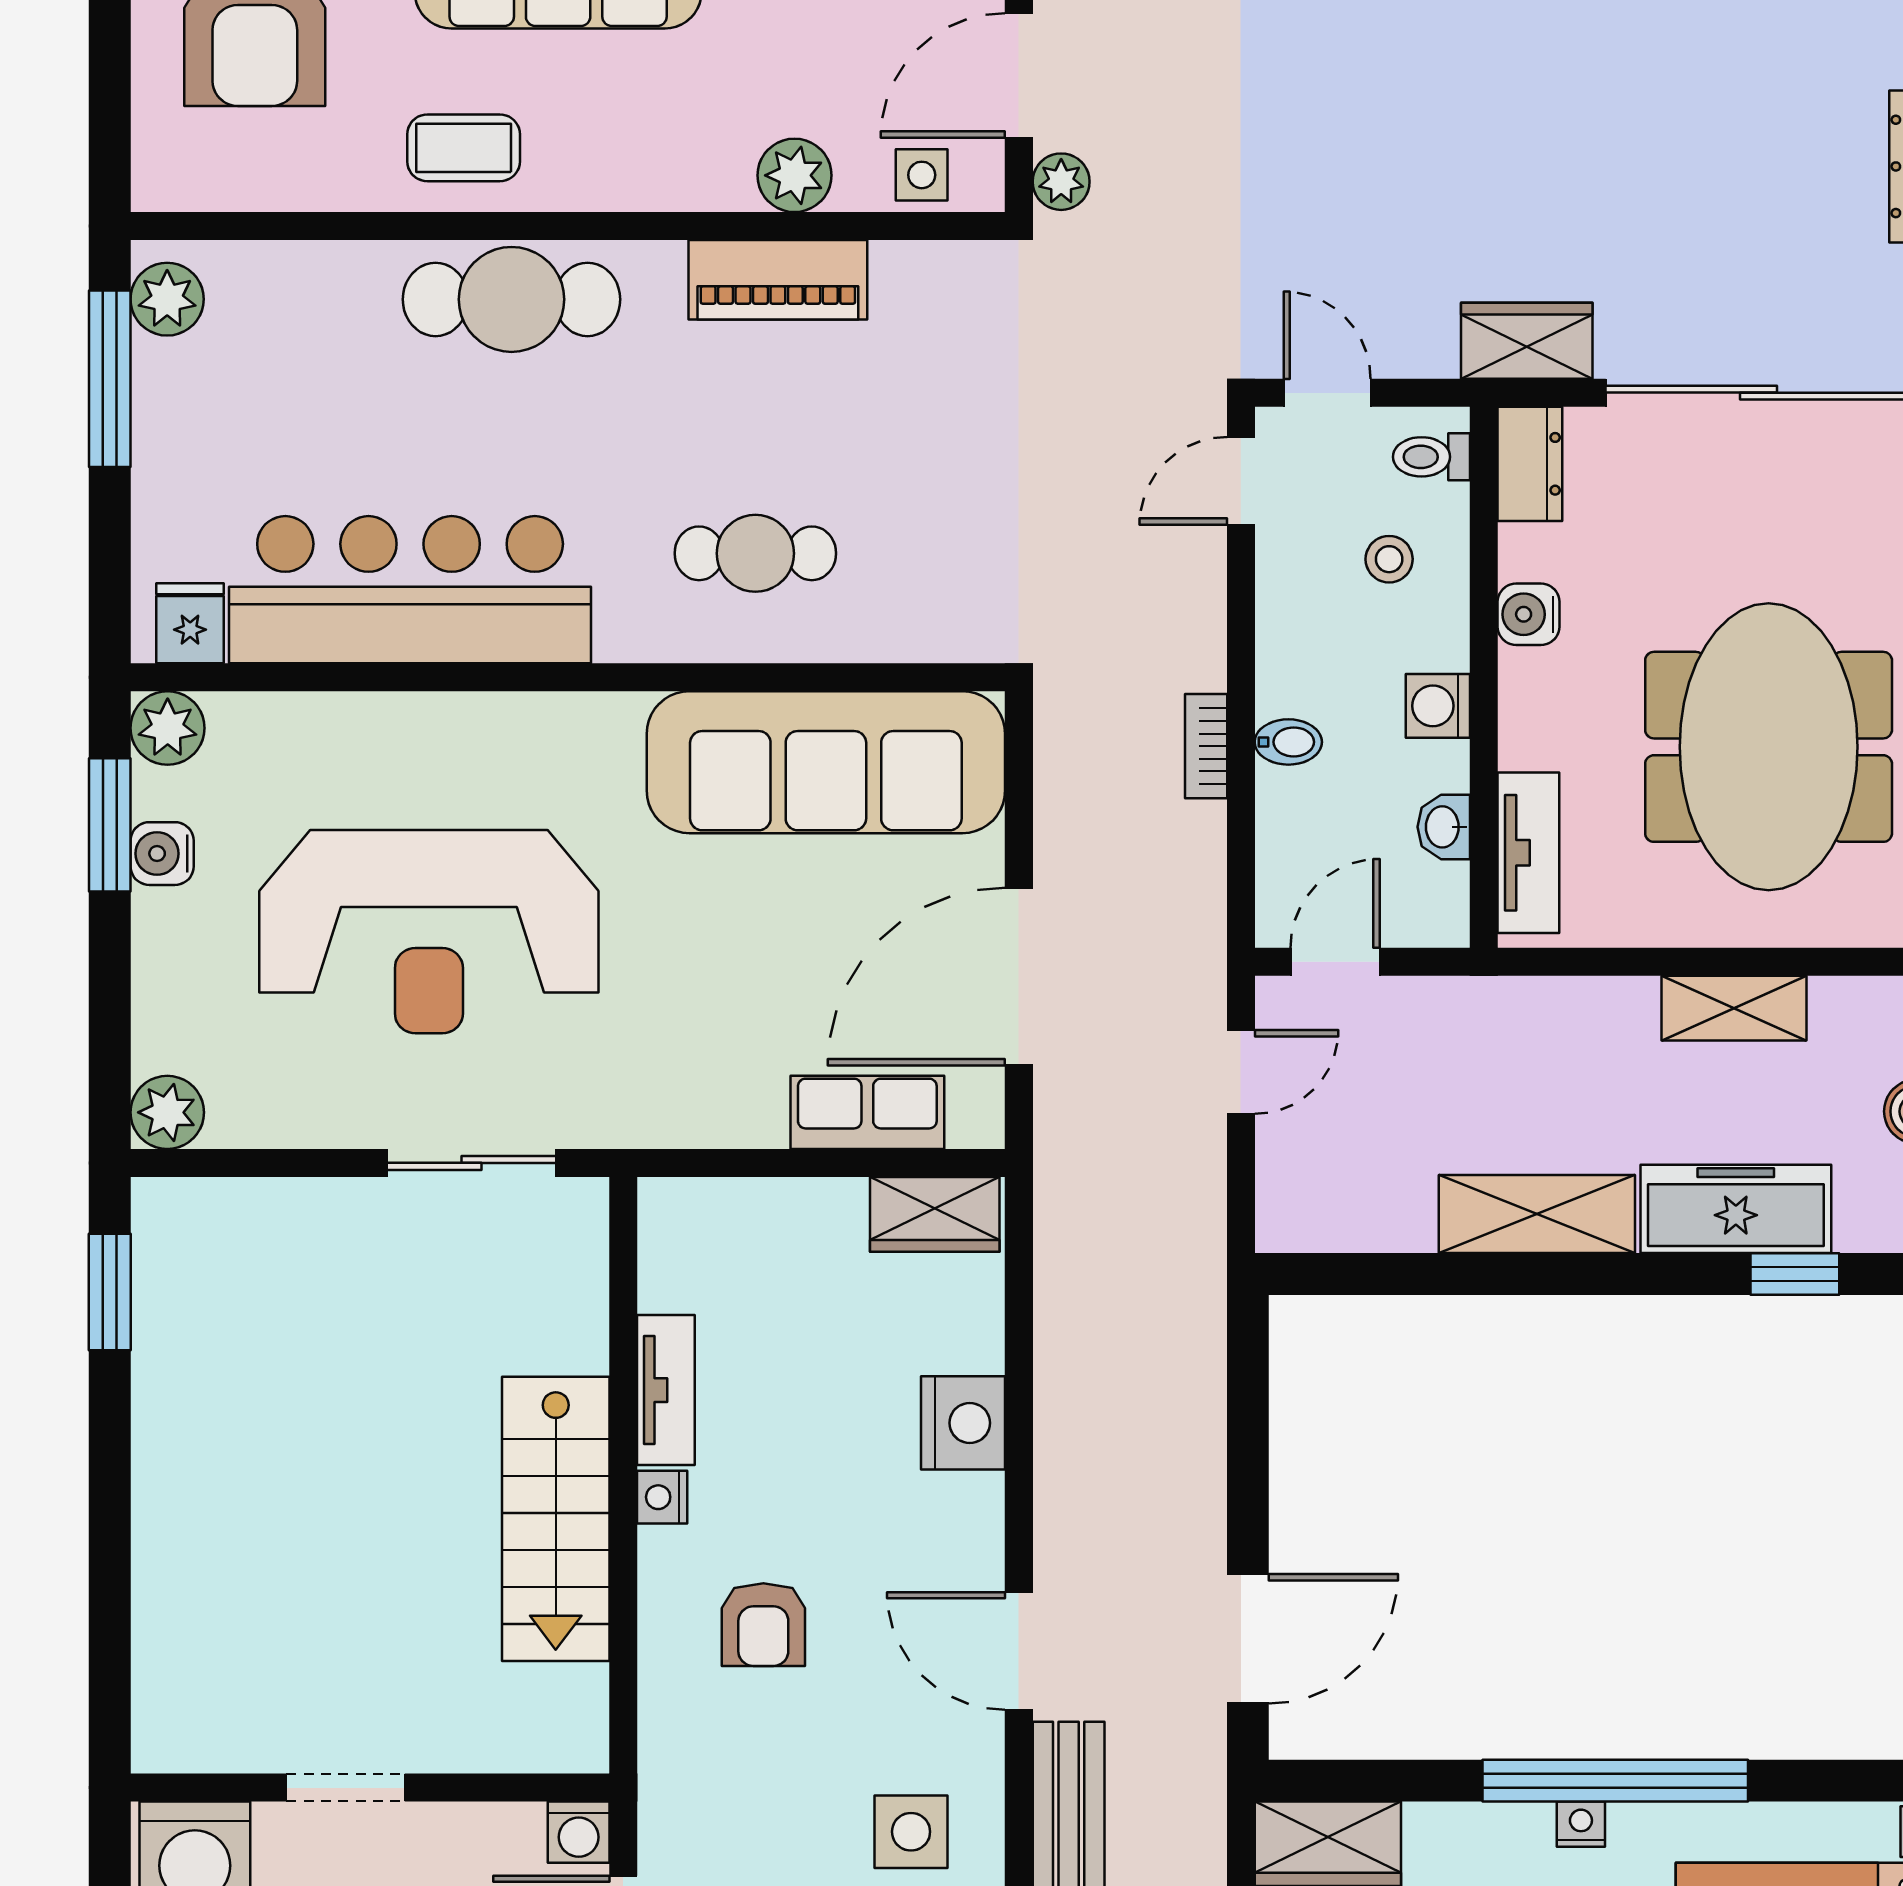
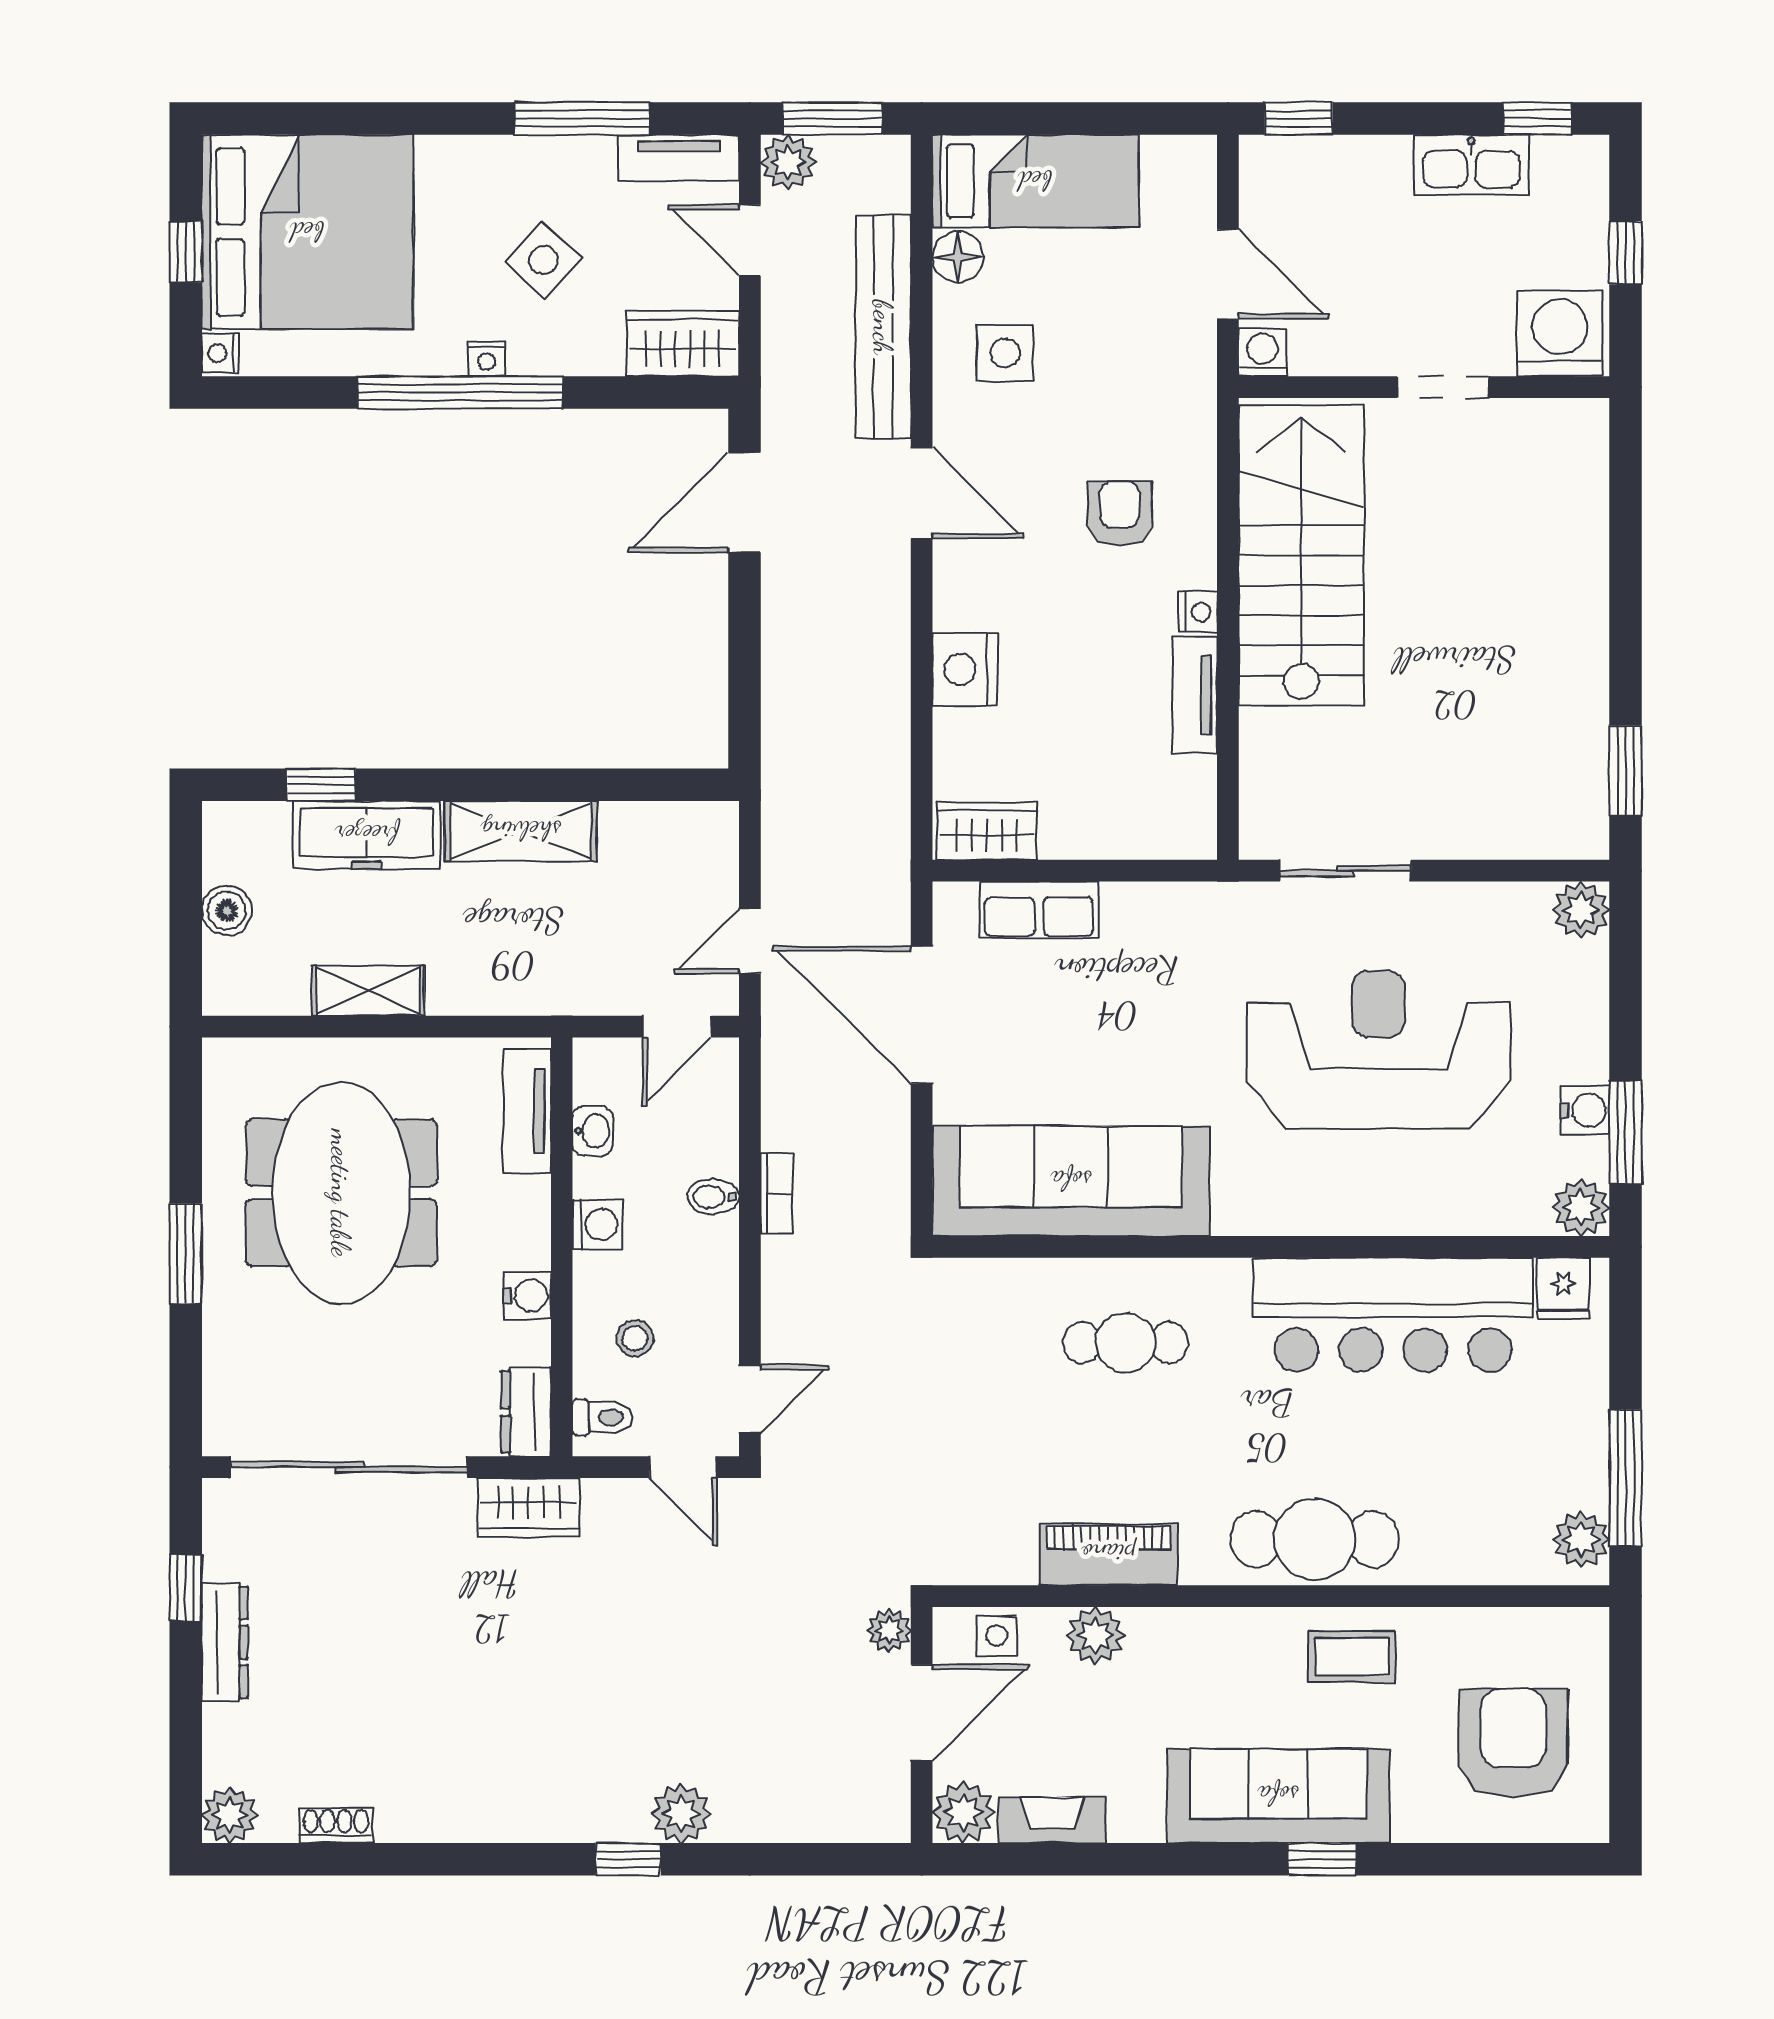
door: (1019, 977) -> (922, 1015), swing flipped
stairs: (556, 1519) -> (1301, 555), width x1.36, depth x1.51

